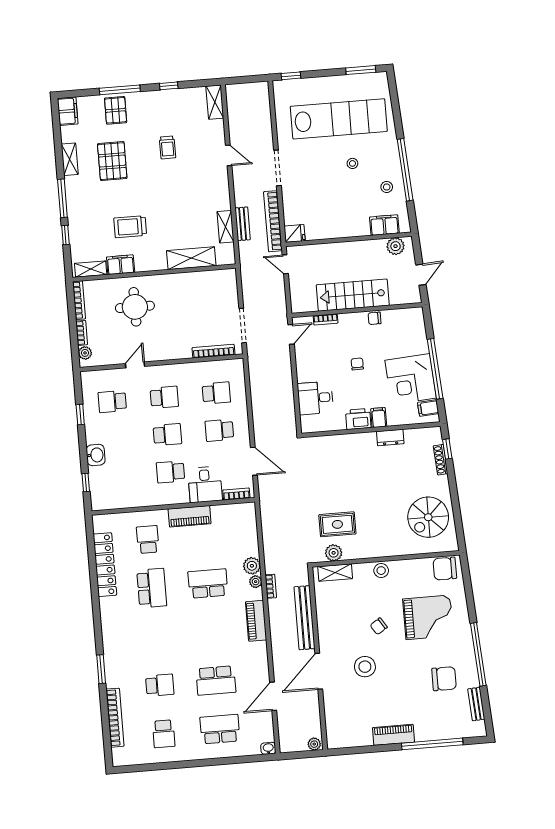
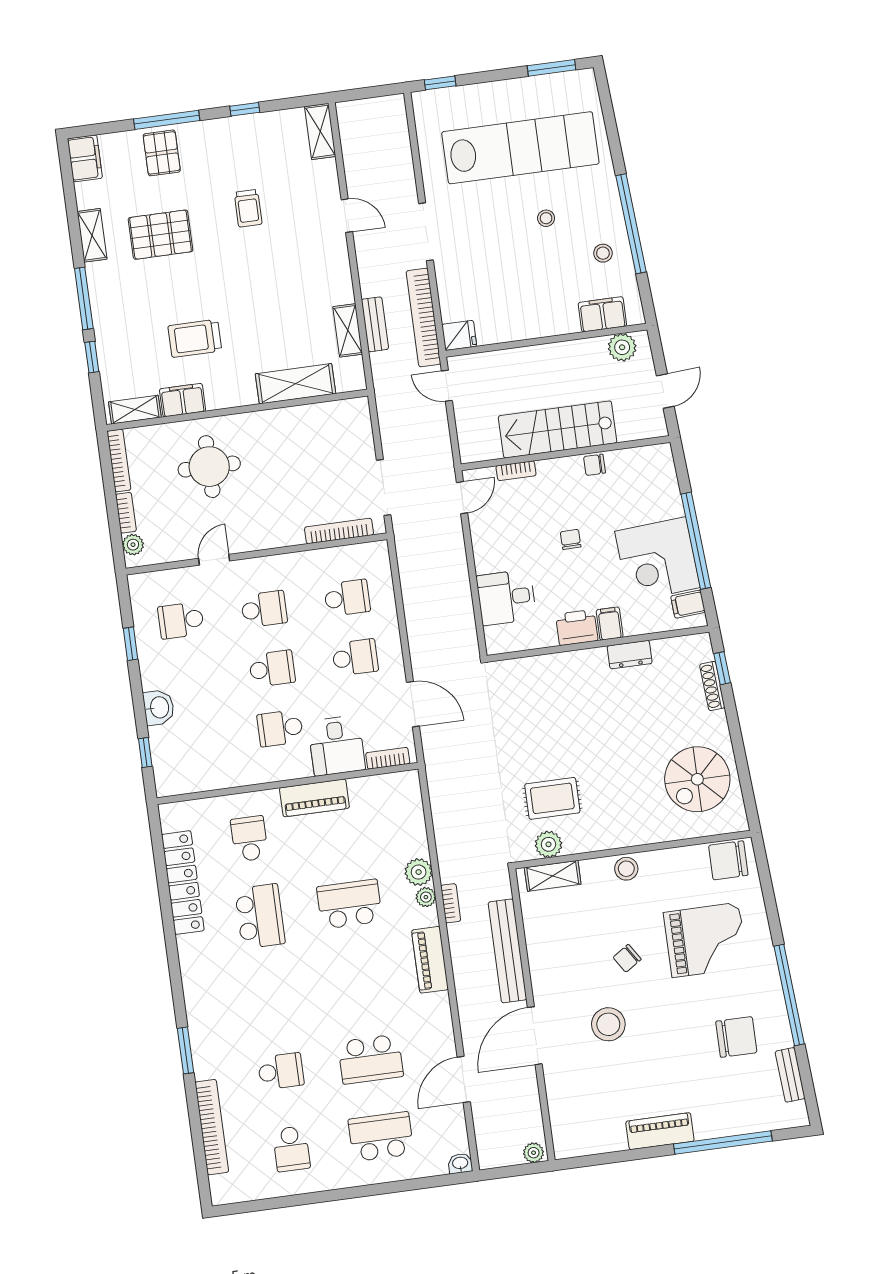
pallet: (112, 161) -> (161, 235), turned 90
school desk: (219, 430) -> (355, 657), turned 180

